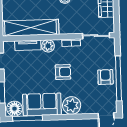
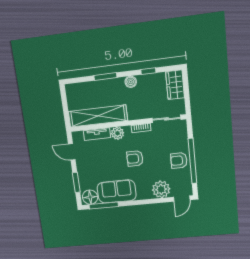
armchair: (63, 72) -> (135, 158), turned 180
armchair: (105, 77) -> (179, 160), turned -90
plant: (72, 105) -> (161, 189), moved

